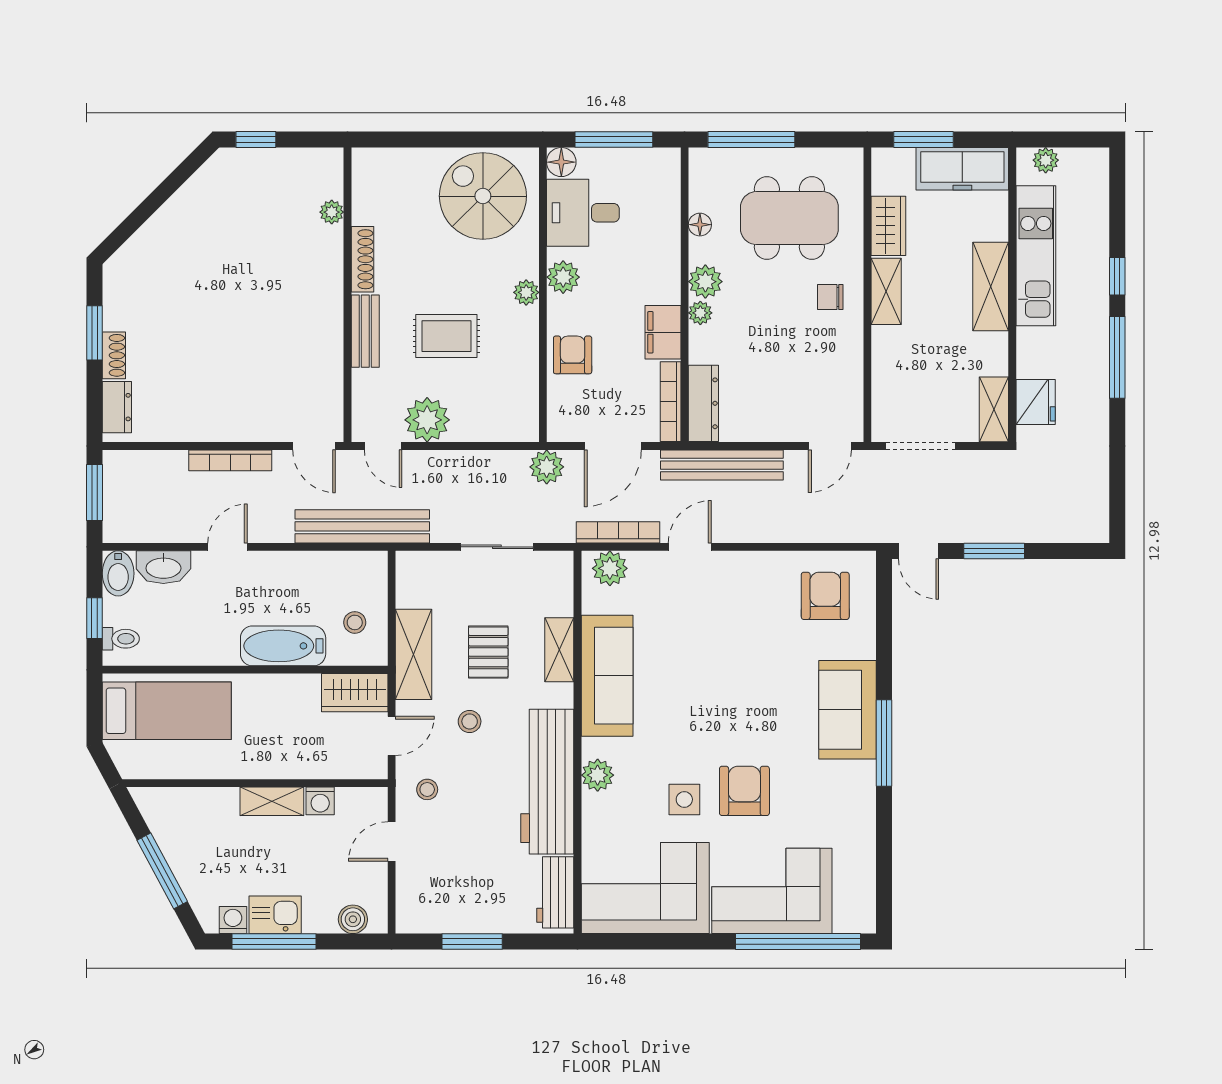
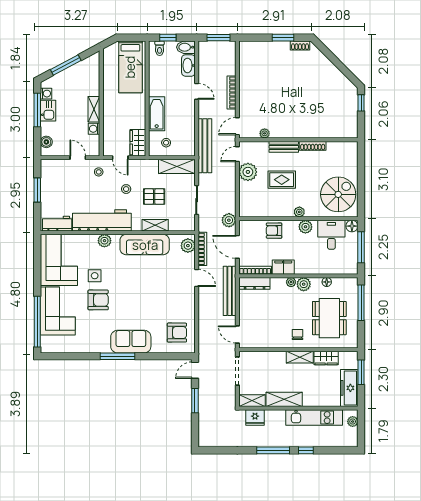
plant: (332, 212) -> (265, 133), moved
shelving: (991, 287) -> (284, 399), moved
rug: (446, 336) -> (282, 180), turned 90
shoe rack: (114, 355) -> (300, 45), moved
armchair: (573, 355) -> (274, 231), turned 180
dresser: (117, 407) -> (253, 47), removed
shelving: (414, 654) -> (177, 166), moved

